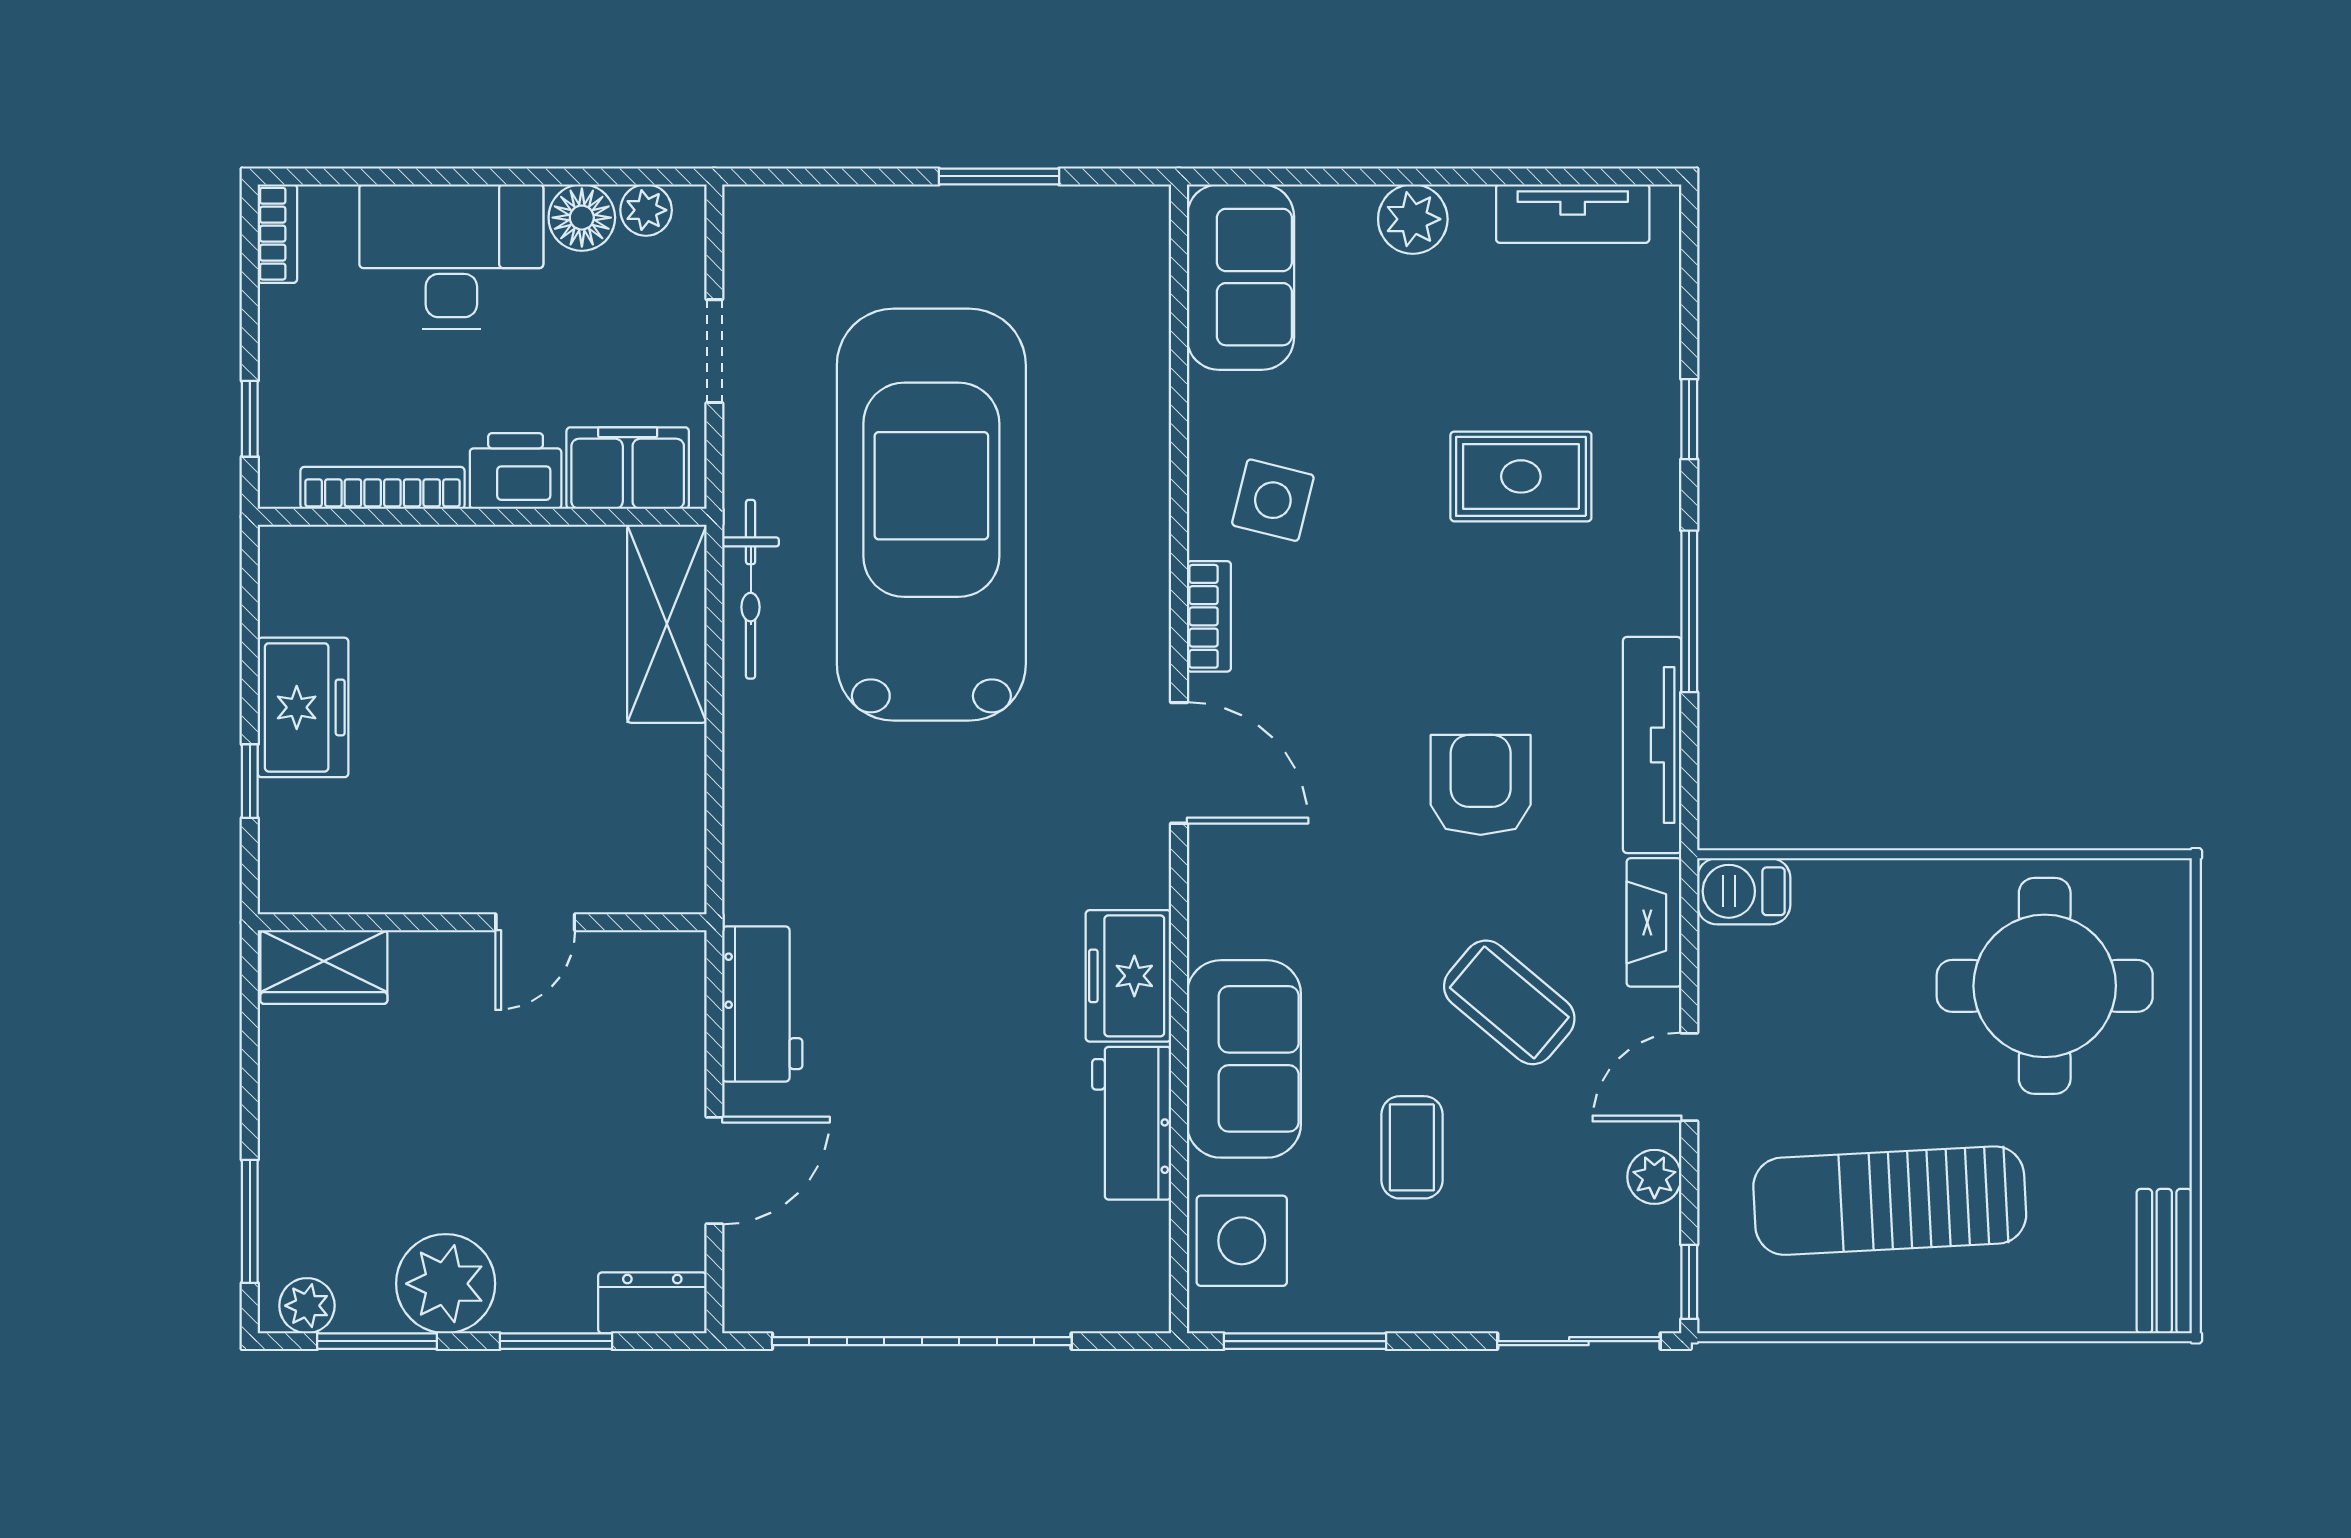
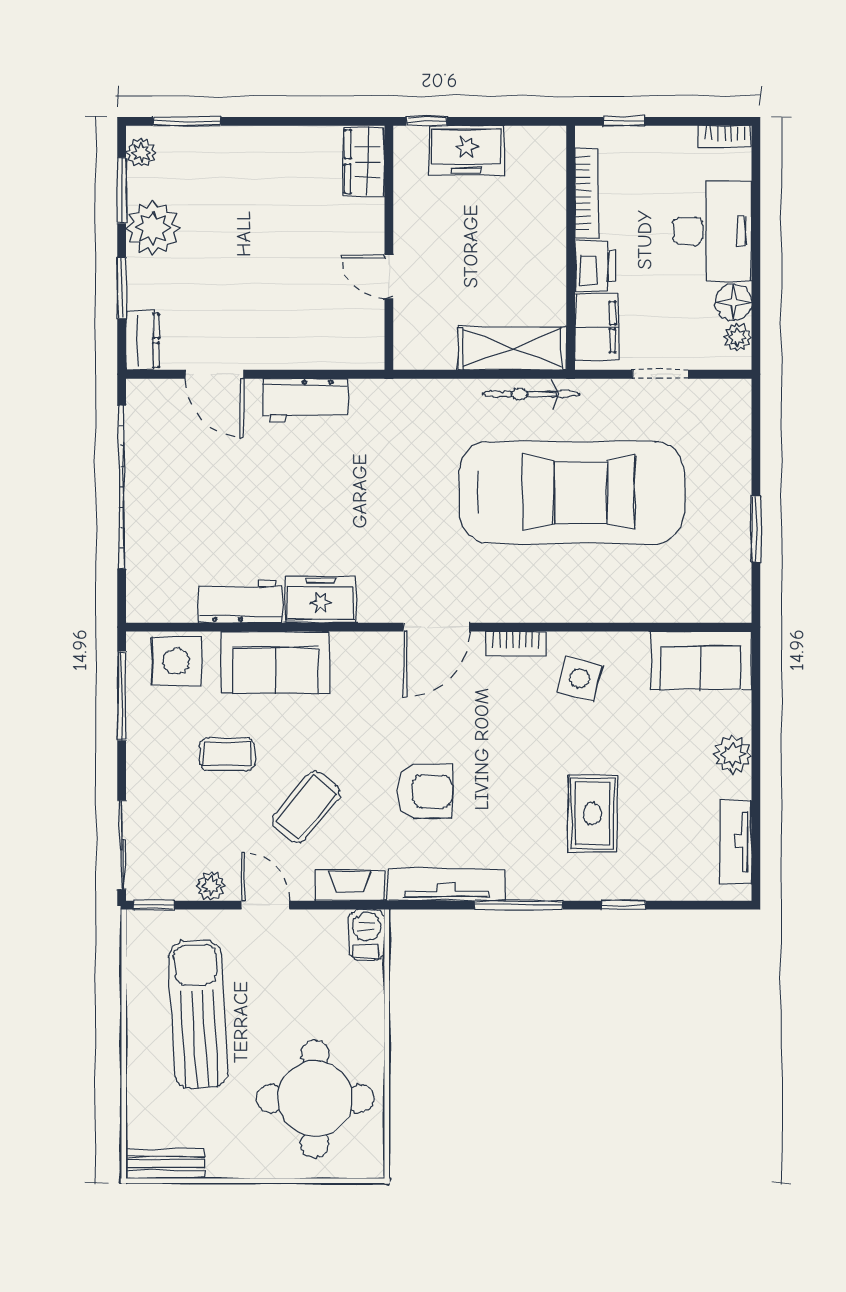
wall: (482, 922) -> (389, 248), moved
door: (535, 922) -> (389, 277), moved
wardrobe: (324, 967) -> (365, 162), moved

